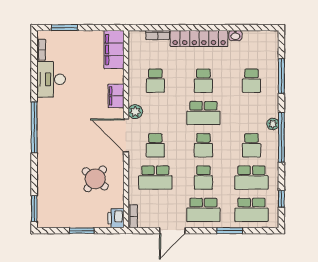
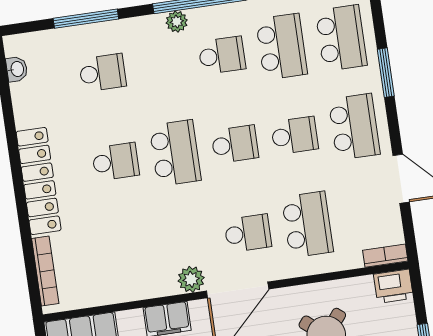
bookcase: (158, 35) -> (45, 271), width x1.56
washbasin: (235, 36) -> (17, 69), moved
school desk: (155, 81) -> (128, 251), removed

